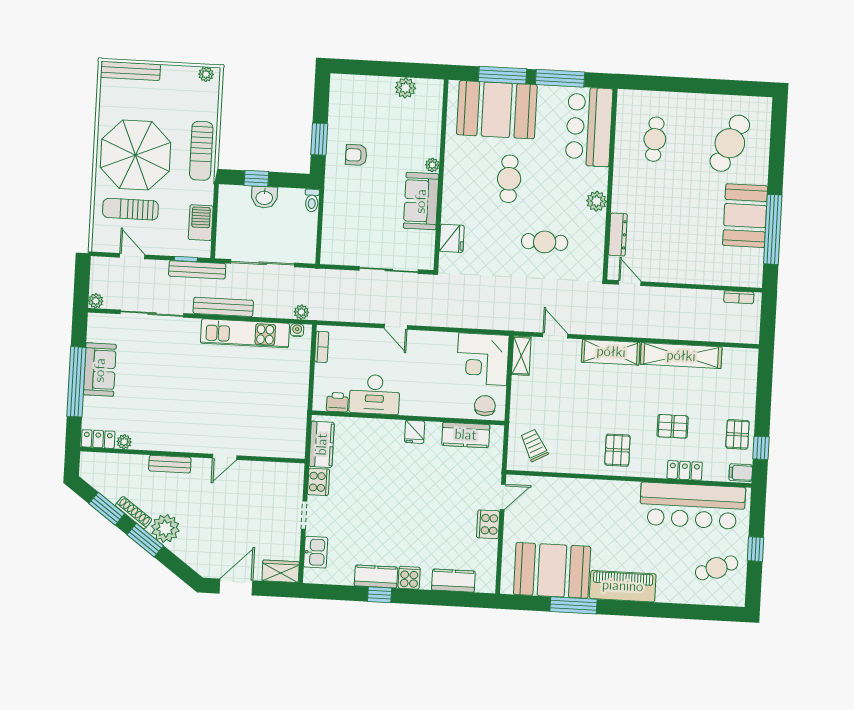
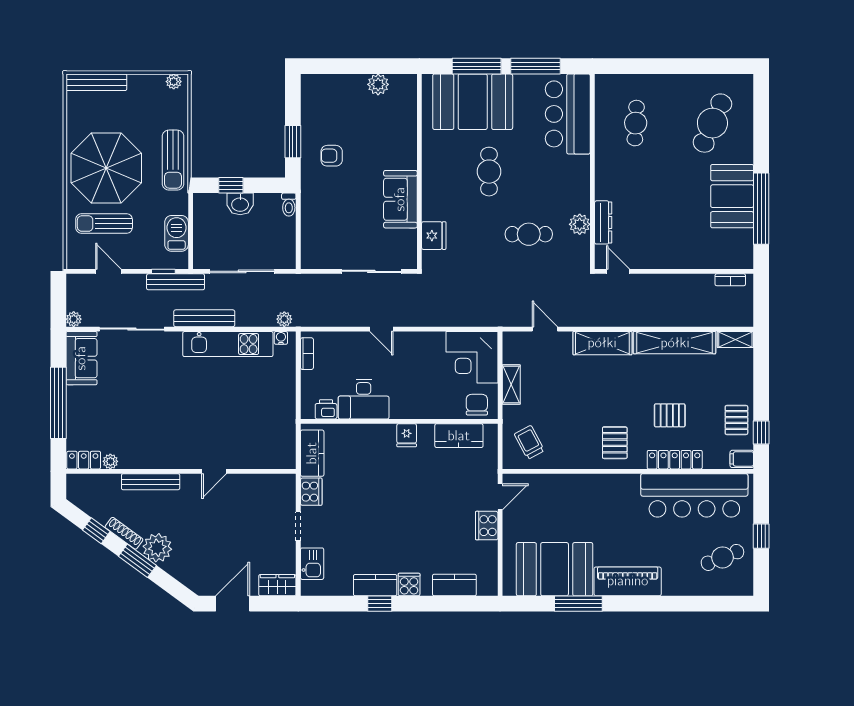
plant: (432, 165) -> (410, 162), removed
plant: (597, 201) -> (580, 224), moved
shelving: (521, 356) -> (511, 385), moved
shelving: (741, 356) -> (735, 340), added
sofa: (100, 370) -> (81, 358), moved
bench: (170, 464) -> (151, 482), width x1.36
locker: (685, 470) -> (675, 460), width x1.53
window: (107, 509) -> (96, 531), width x0.67

